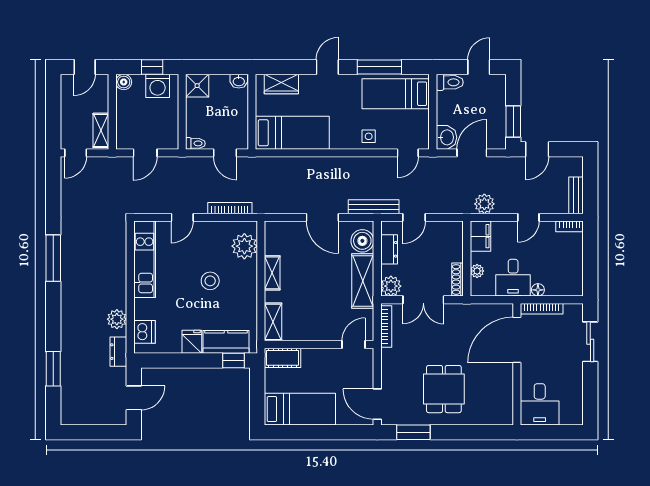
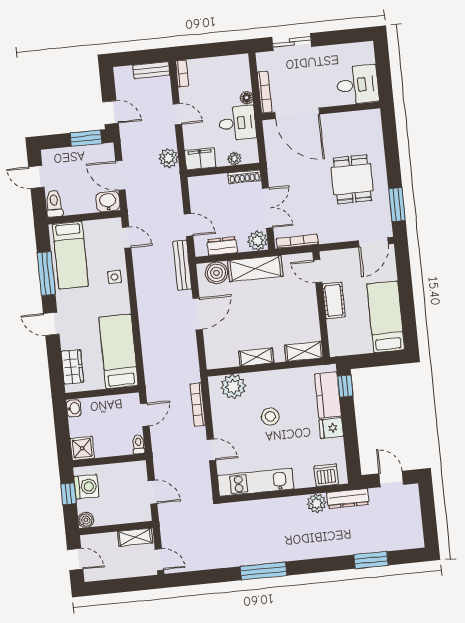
dresser: (118, 352) -> (348, 499), width x1.44
cot: (283, 358) -> (334, 300), moved
dining table: (444, 389) -> (352, 179), turned 90

